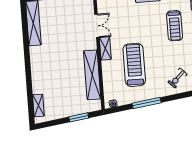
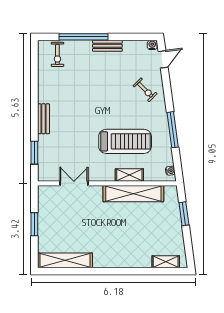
treadmill: (175, 26) -> (81, 89), removed
shelving: (105, 48) -> (129, 175), moved
treadmill: (134, 65) -> (125, 141), turned 180

